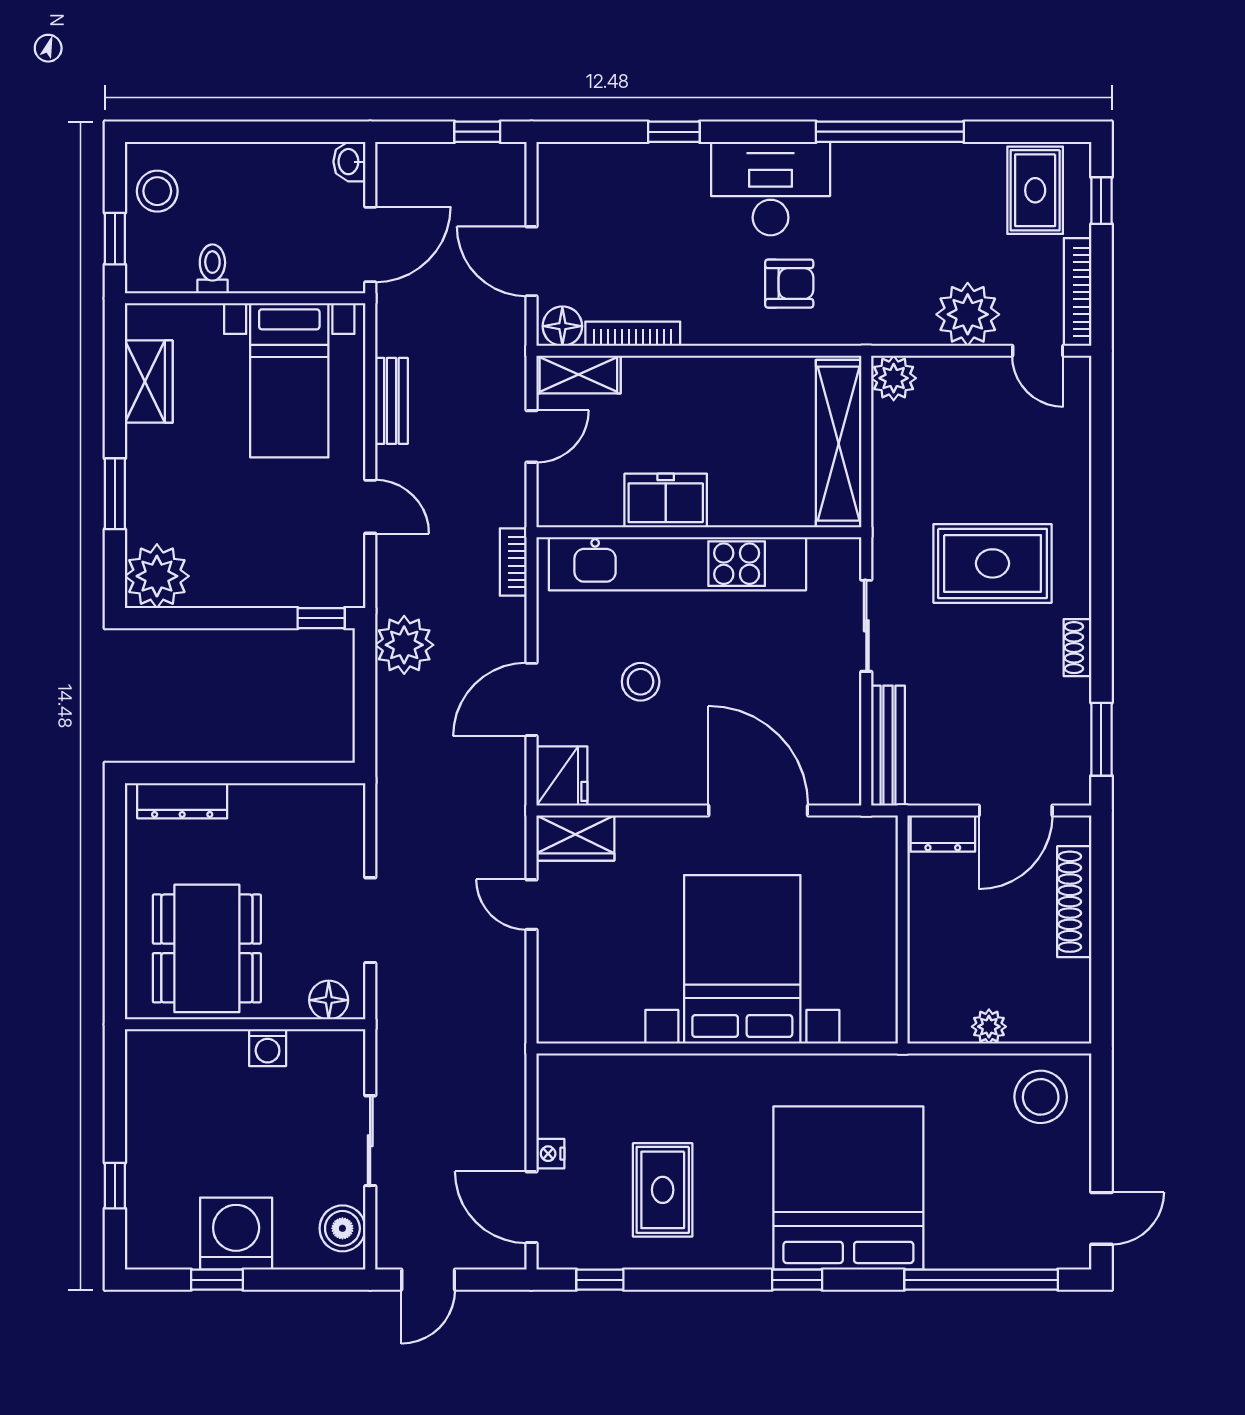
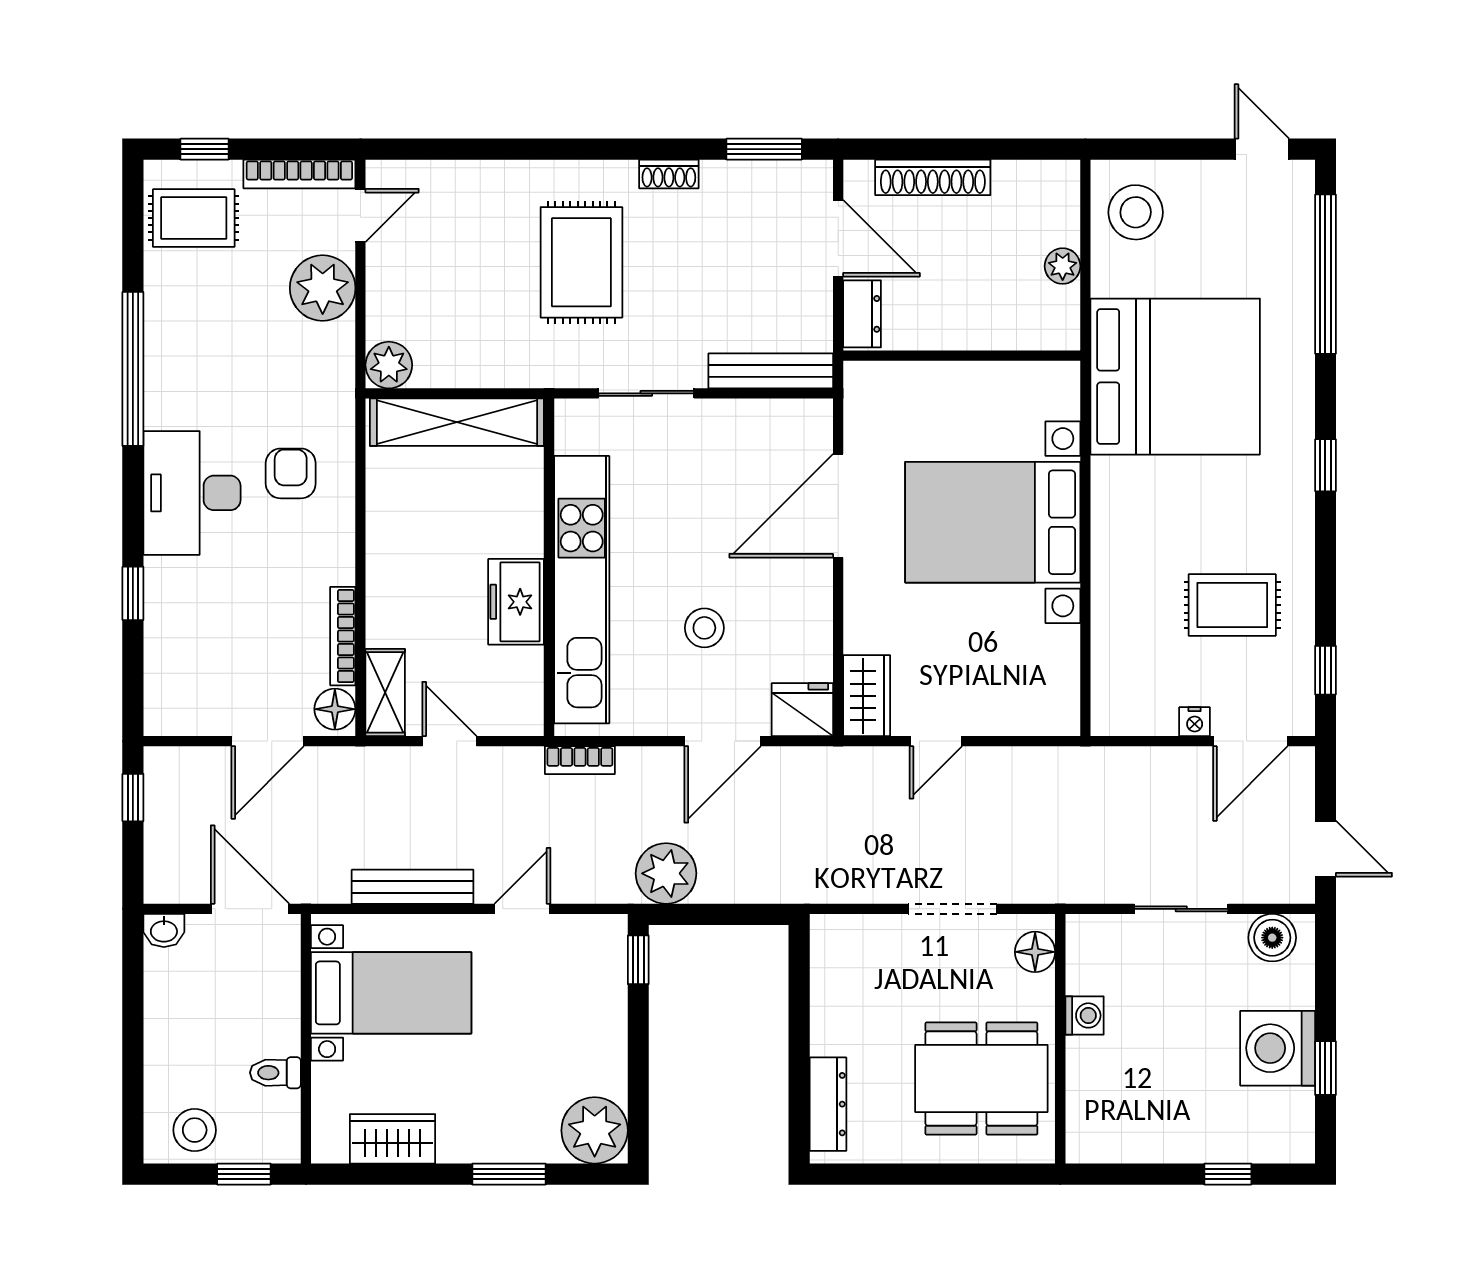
bench: (391, 401) -> (413, 887), width x1.36
door: (532, 699) -> (723, 741), hinge flipped
bed: (848, 1188) -> (1175, 377), moved, turned 180

